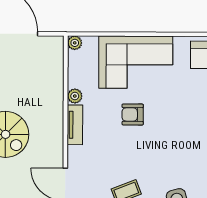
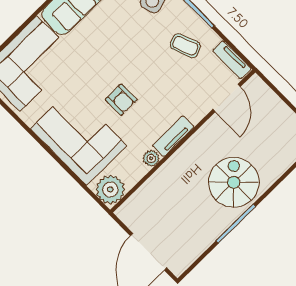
plant: (75, 43) -> (110, 189), width x1.87, depth x1.87

